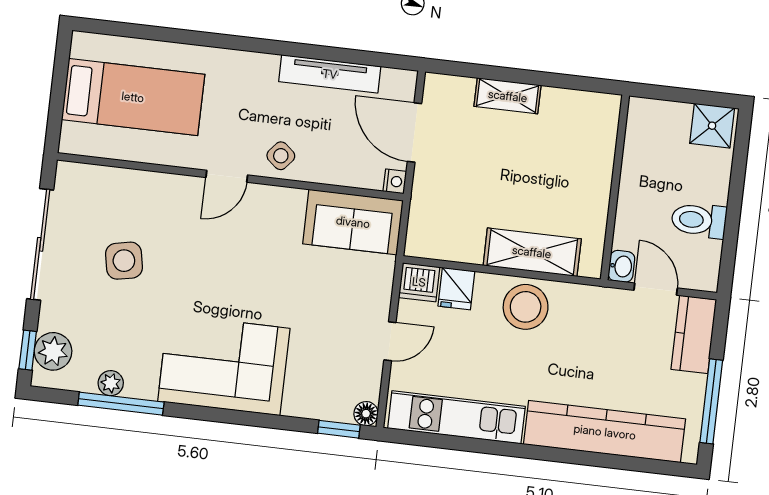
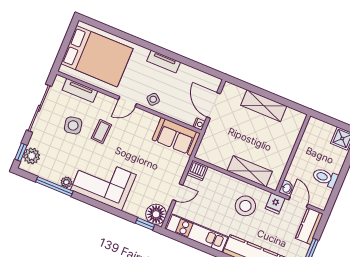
tv unit: (330, 74) -> (164, 62), moved, width x0.71
shelving: (508, 96) -> (264, 106), width x1.50, depth x1.33
bed: (133, 97) -> (97, 56), width x1.50
tv unit: (118, 181) -> (80, 90), added
coffee table: (189, 256) -> (101, 131), added
fridge: (456, 289) -> (275, 203), moved
stool: (526, 307) -> (245, 206), moved
plant: (111, 383) -> (66, 182), moved
floor lamp: (366, 414) -> (156, 214), width x1.89, depth x1.89

